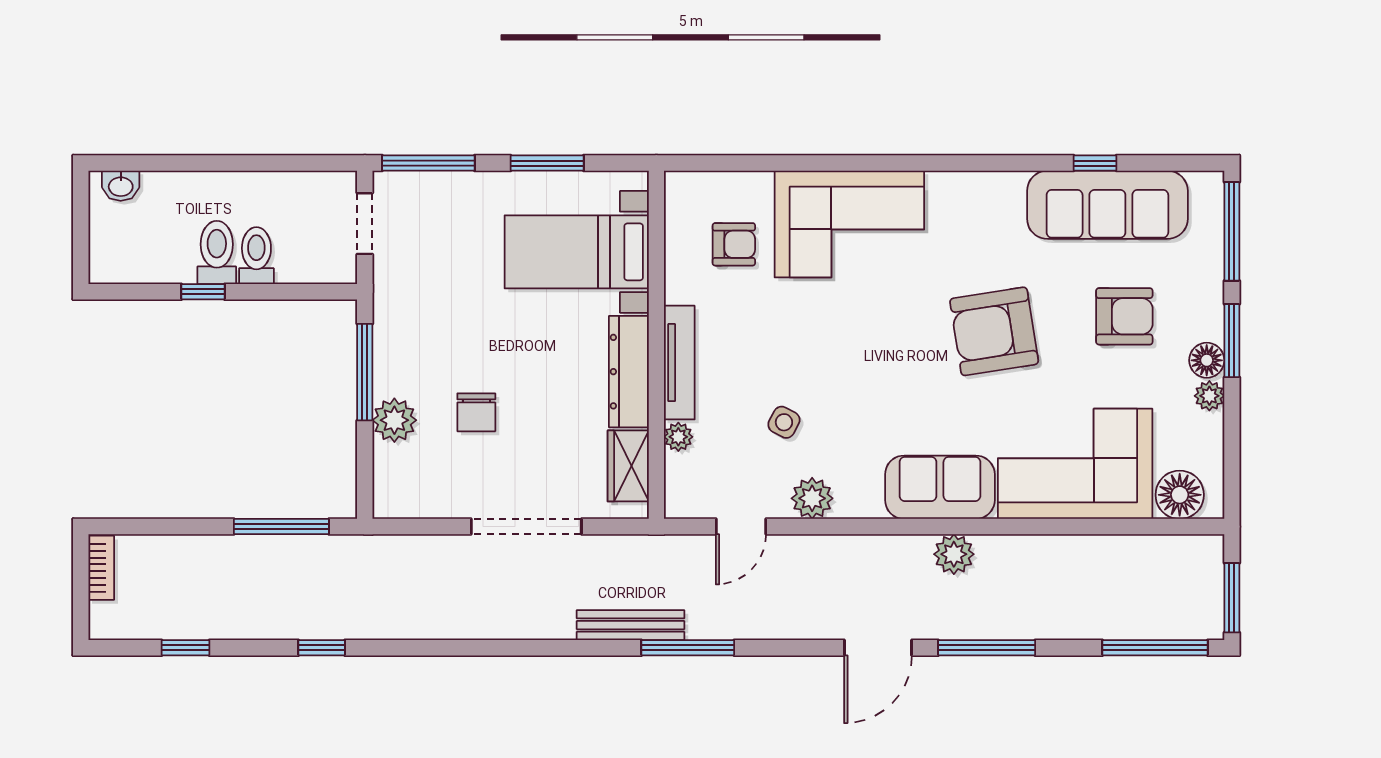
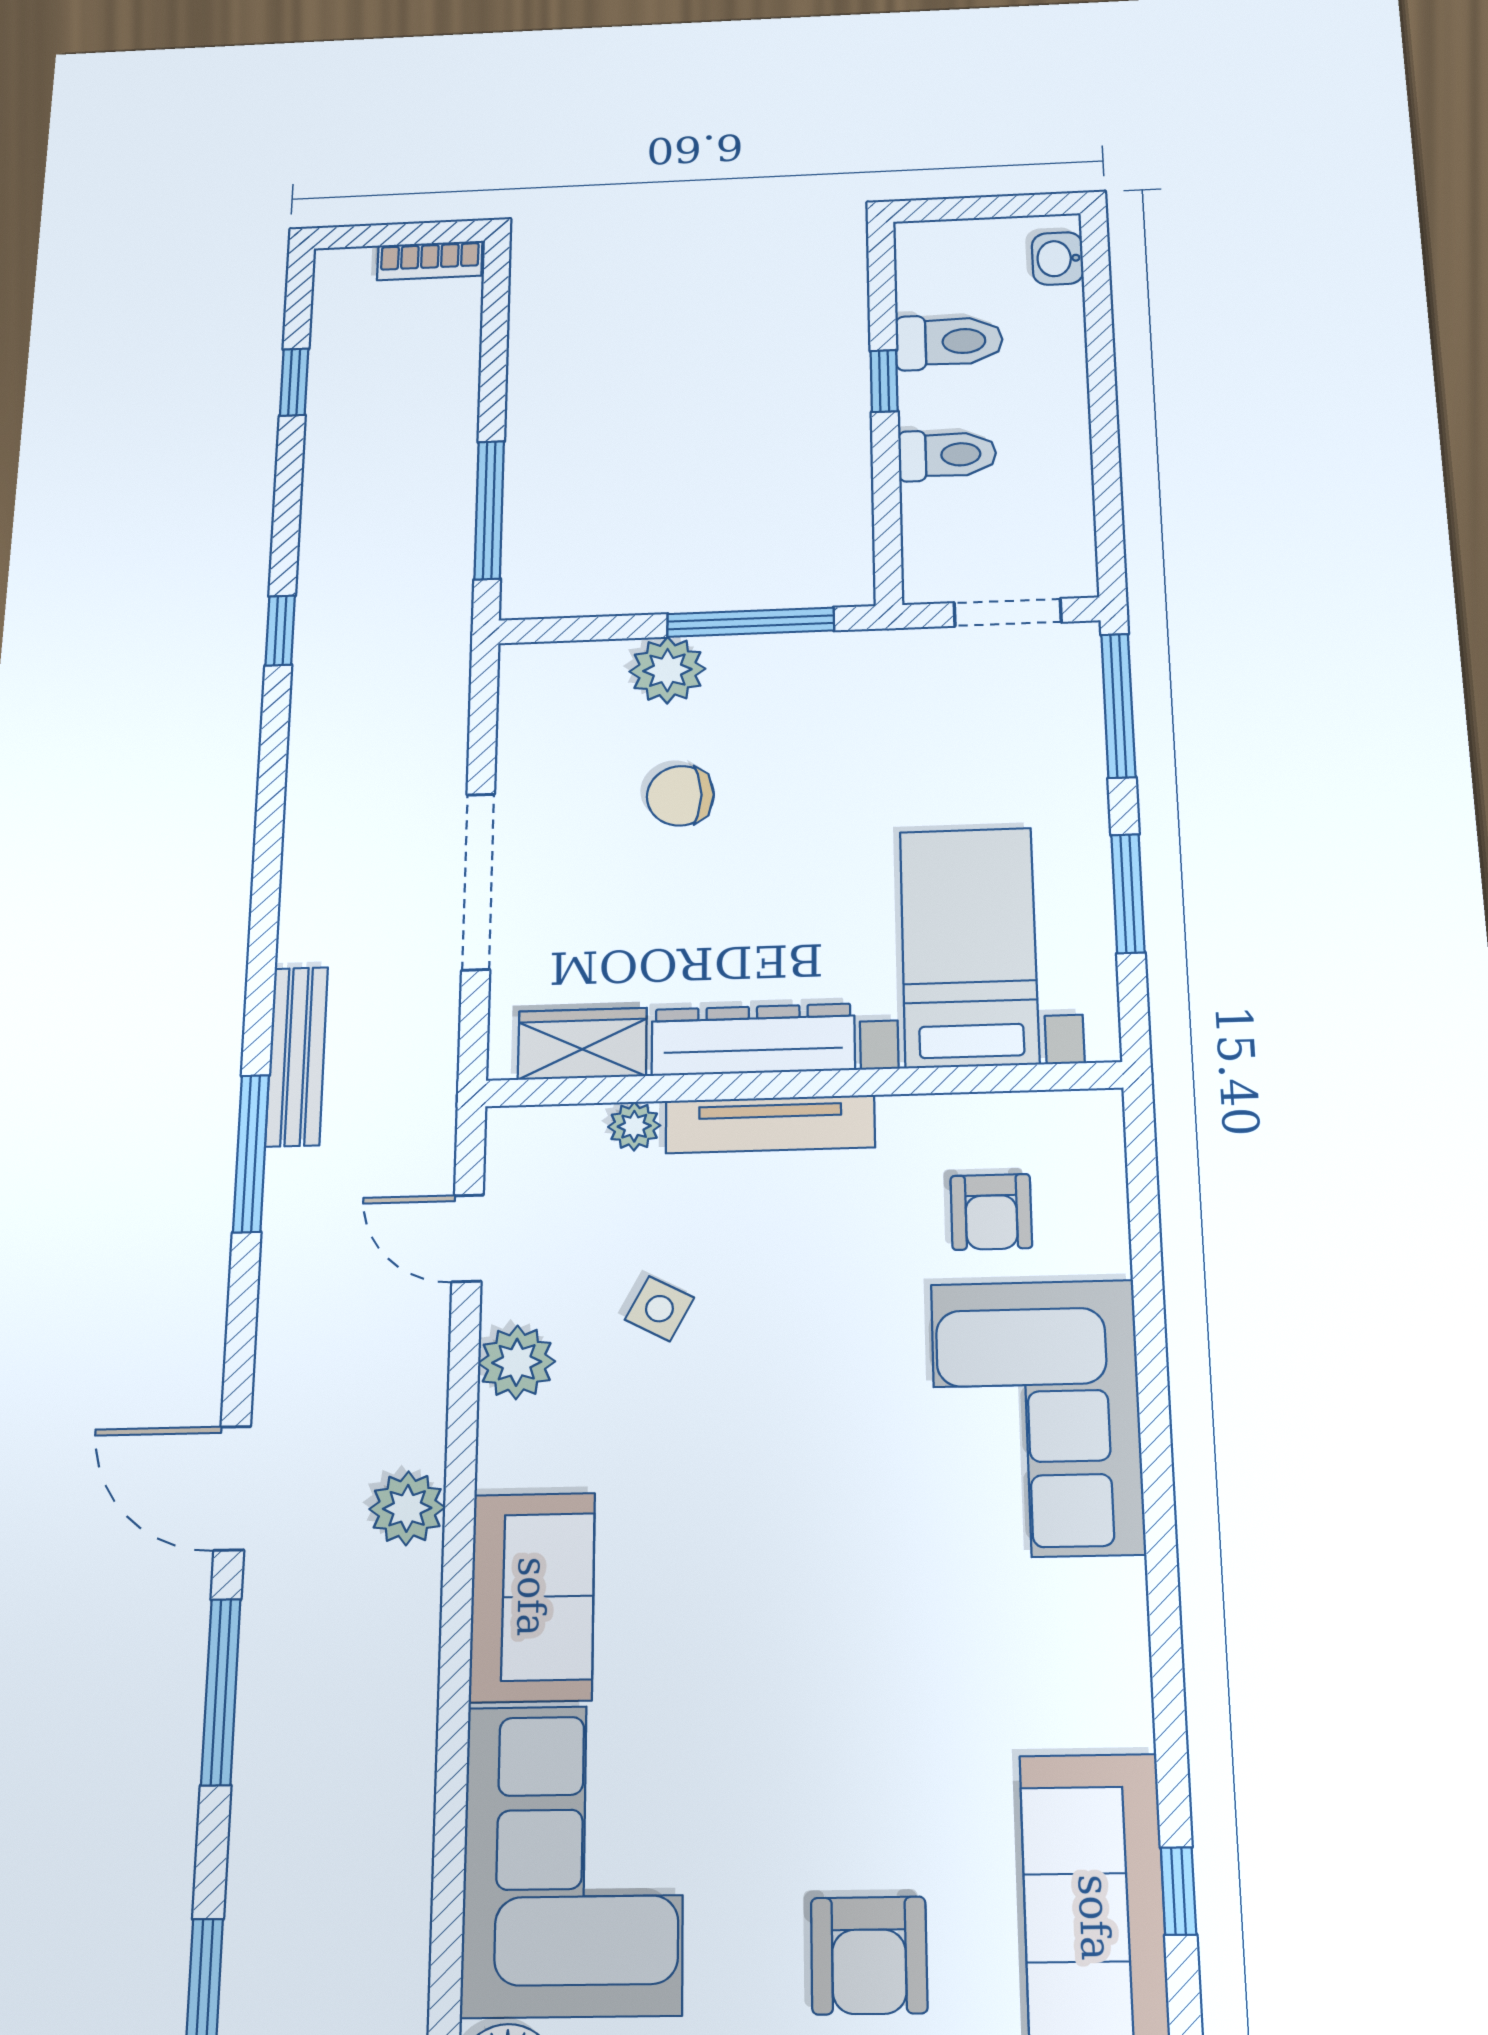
toilet: (217, 253) -> (949, 342), moved
armchair: (994, 331) -> (835, 1695), removed
plant: (954, 554) -> (407, 1508), moved
window: (322, 648) -> (280, 630), moved

